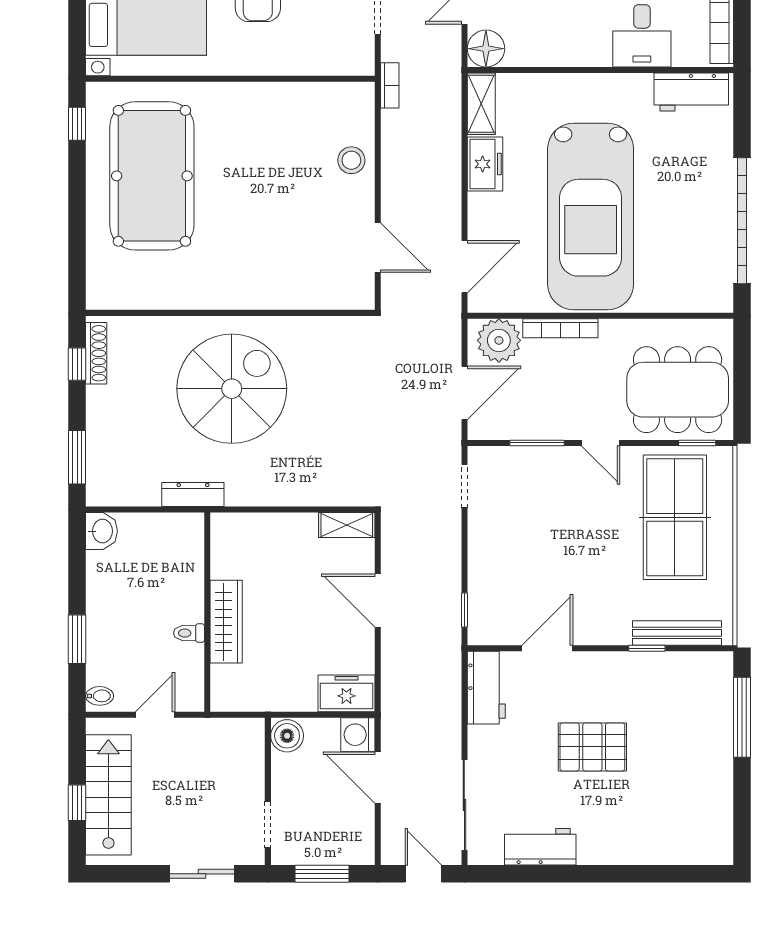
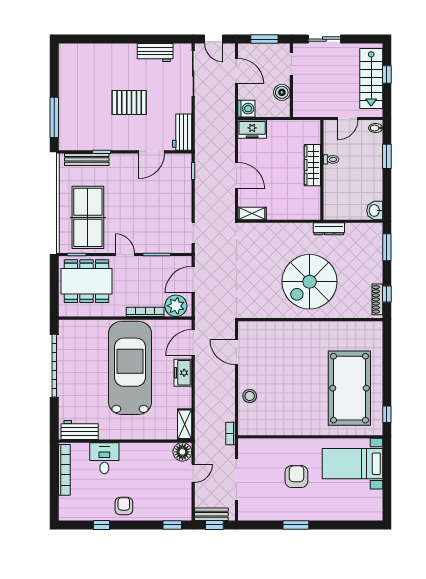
freezer: (485, 164) -> (183, 373), moved
boiler: (287, 736) -> (282, 92), moved
door: (378, 778) -> (236, 71), moved

